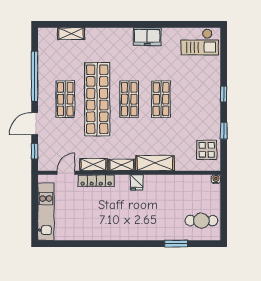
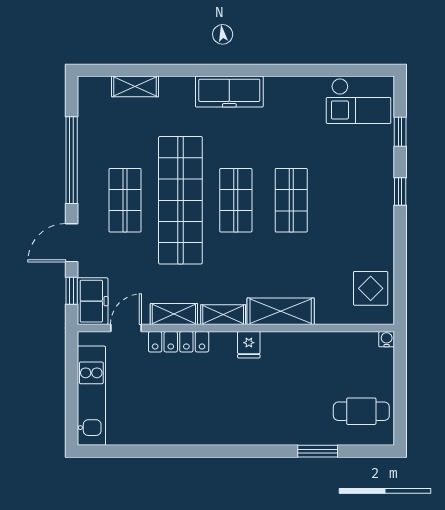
freezer: (147, 37) -> (229, 92), moved, width x1.40
window: (224, 131) -> (400, 132), moved
freezer: (47, 157) -> (93, 301), added

